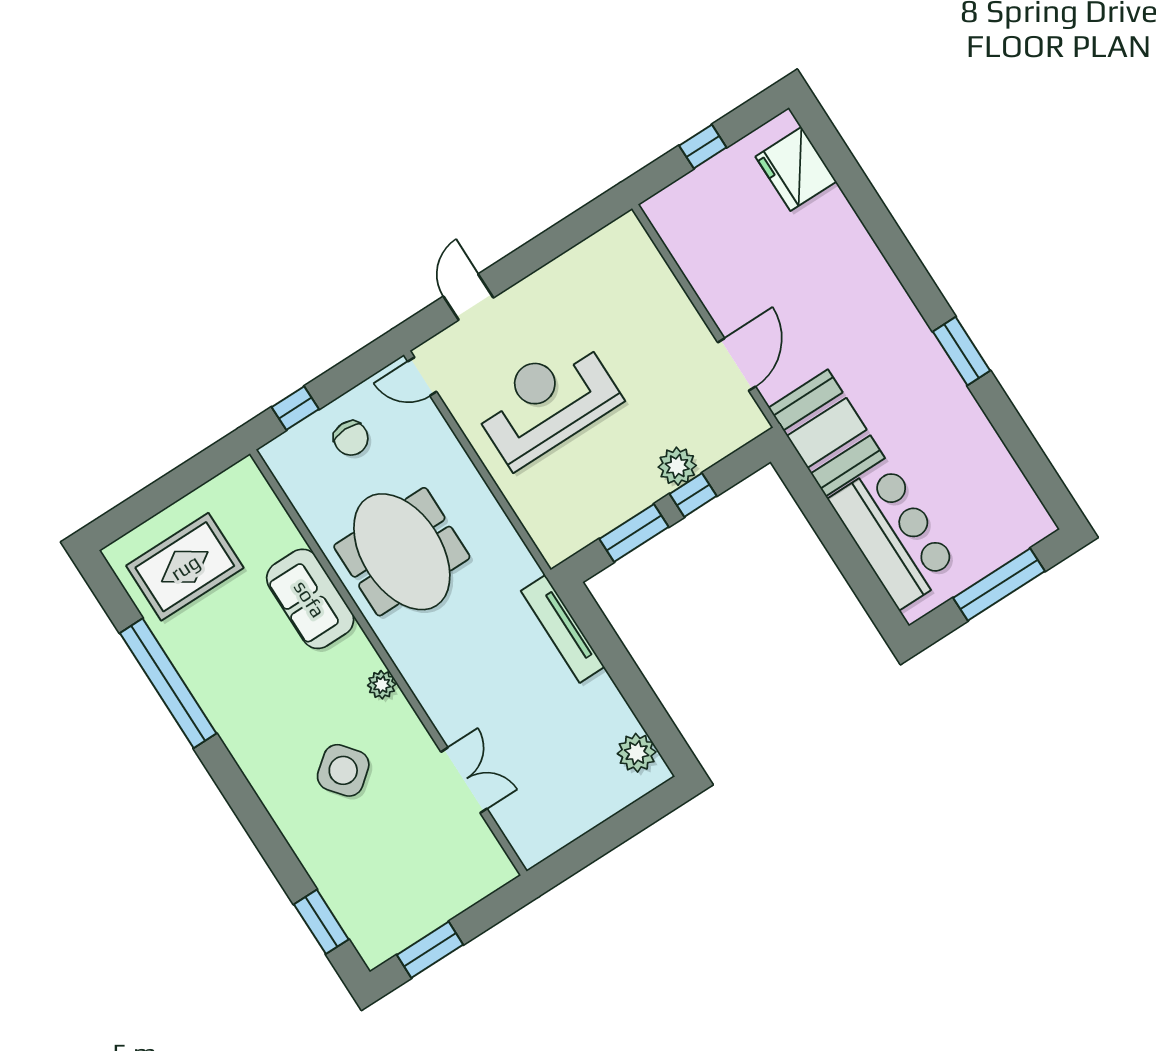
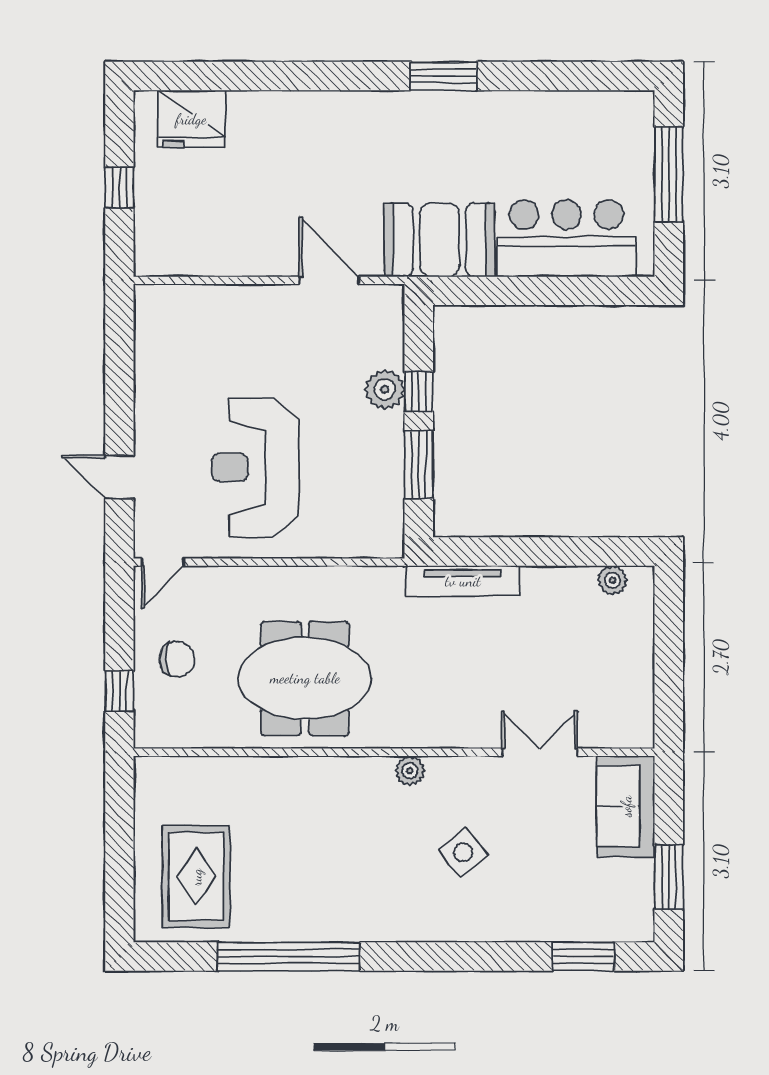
sofa: (310, 599) -> (626, 806), moved, turned 90
plant: (637, 753) -> (612, 580), width x0.73, depth x0.73
side table: (343, 770) -> (463, 852), width x0.73, depth x0.73

